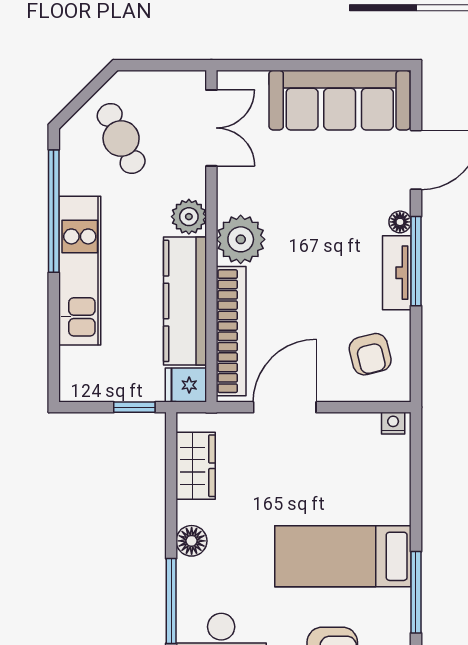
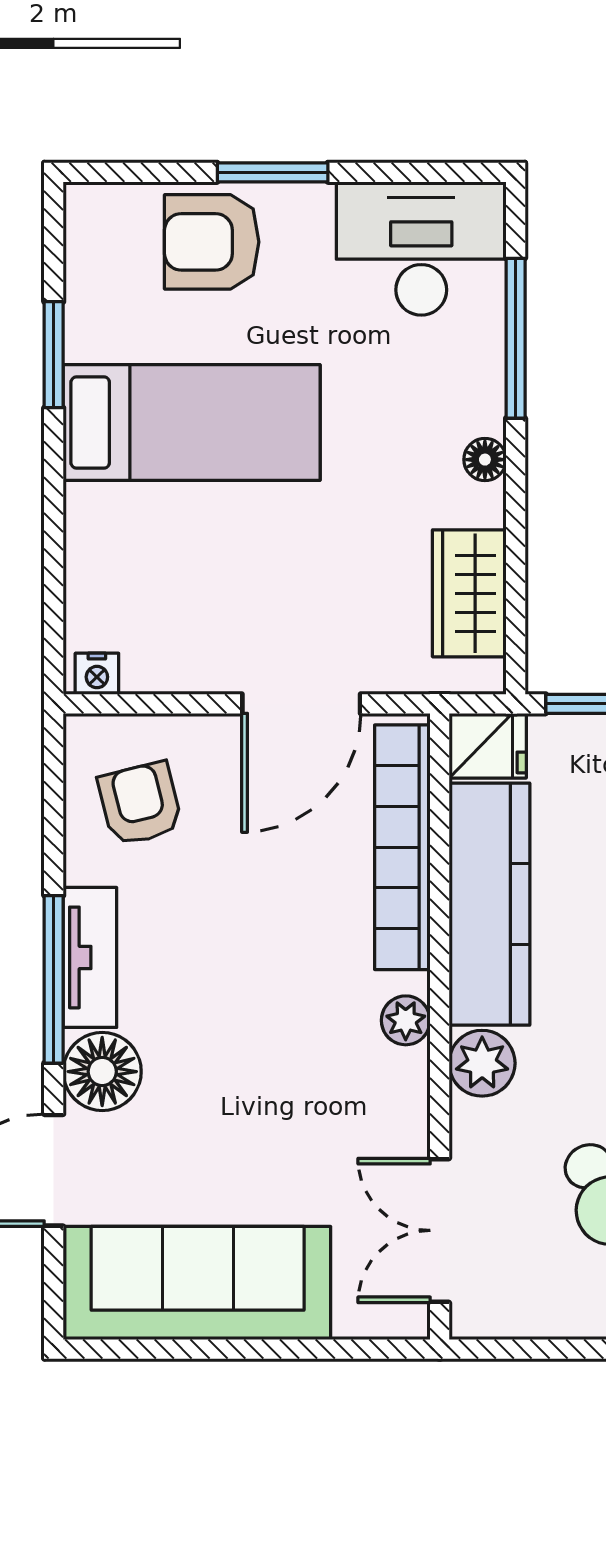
floor lamp: (400, 222) -> (102, 1072), width x1.89, depth x1.89
plant: (241, 239) -> (406, 1020), width x0.53, depth x0.53
floor lamp: (192, 541) -> (485, 460), width x0.73, depth x0.73
window: (416, 592) -> (54, 355), width x0.69

